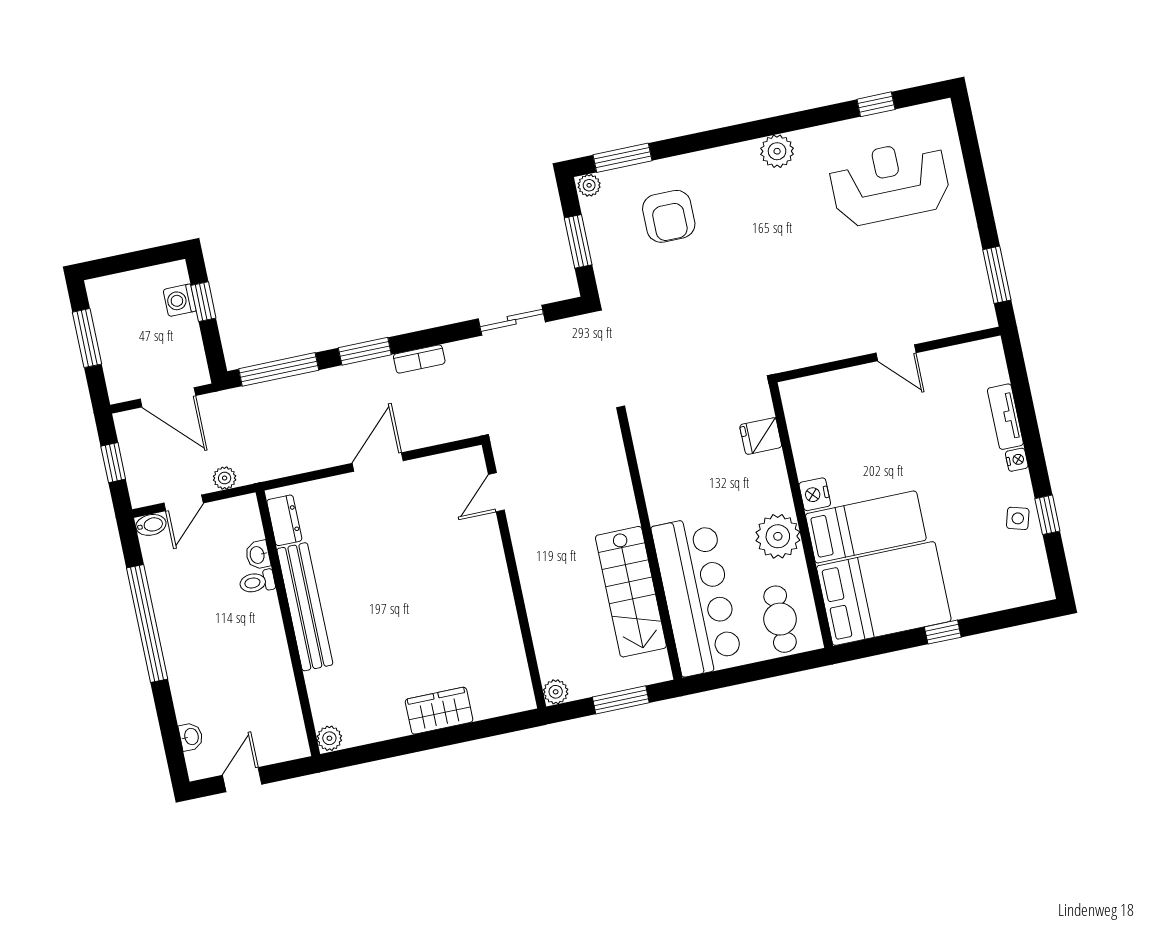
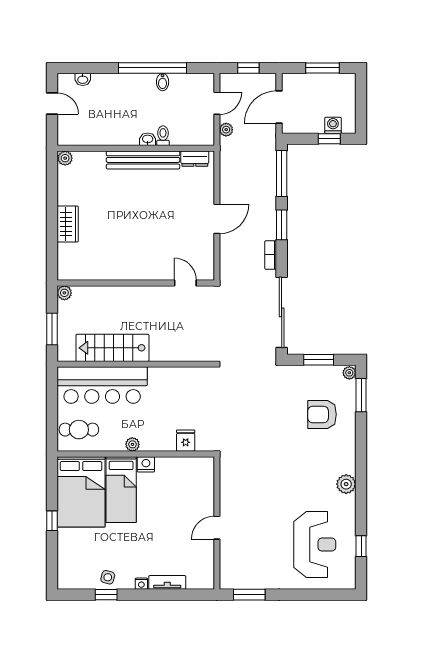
sliding door: (512, 320) -> (282, 312), width x1.86
door: (378, 462) -> (217, 219), hinge flipped
door: (184, 503) -> (217, 103), swing flipped
bidet: (151, 525) -> (163, 82), moved
plant: (778, 536) -> (132, 444), width x0.53, depth x0.53
washbasin: (258, 555) -> (148, 139), moved

